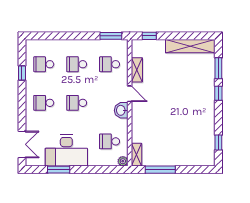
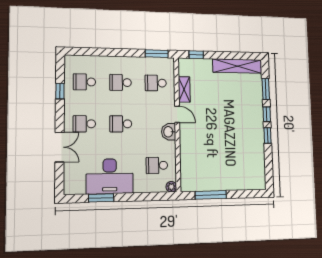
window: (218, 143) -> (268, 135), moved
double door: (22, 144) -> (60, 147), moved
shelving: (136, 155) -> (186, 179), removed

